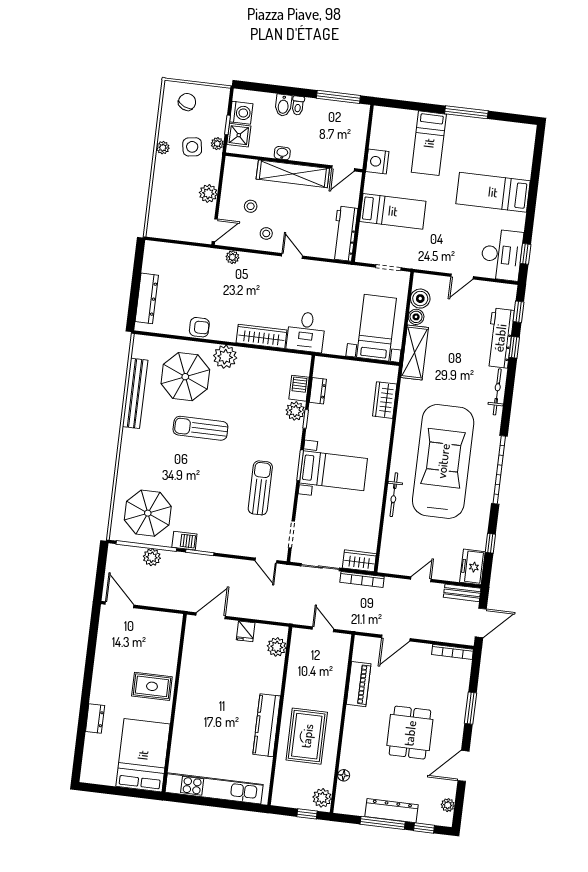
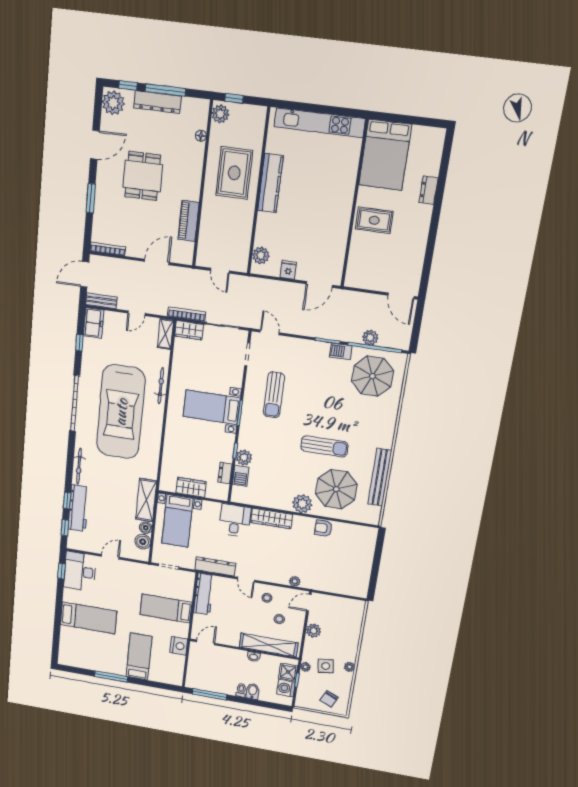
shelving: (293, 174) -> (269, 645), moved
dresser: (147, 298) -> (215, 566), moved, turned 90
wardrobe: (385, 400) -> (191, 487), moved, turned -90
shelving: (387, 556) -> (165, 334), added
plant: (448, 805) -> (113, 103), width x1.88, depth x1.88

